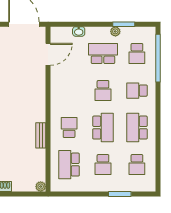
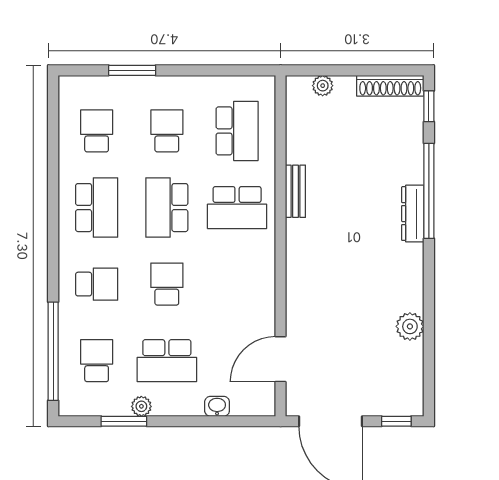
school desk: (69, 128) -> (237, 208), width x1.85
plant: (41, 187) -> (323, 86), moved

